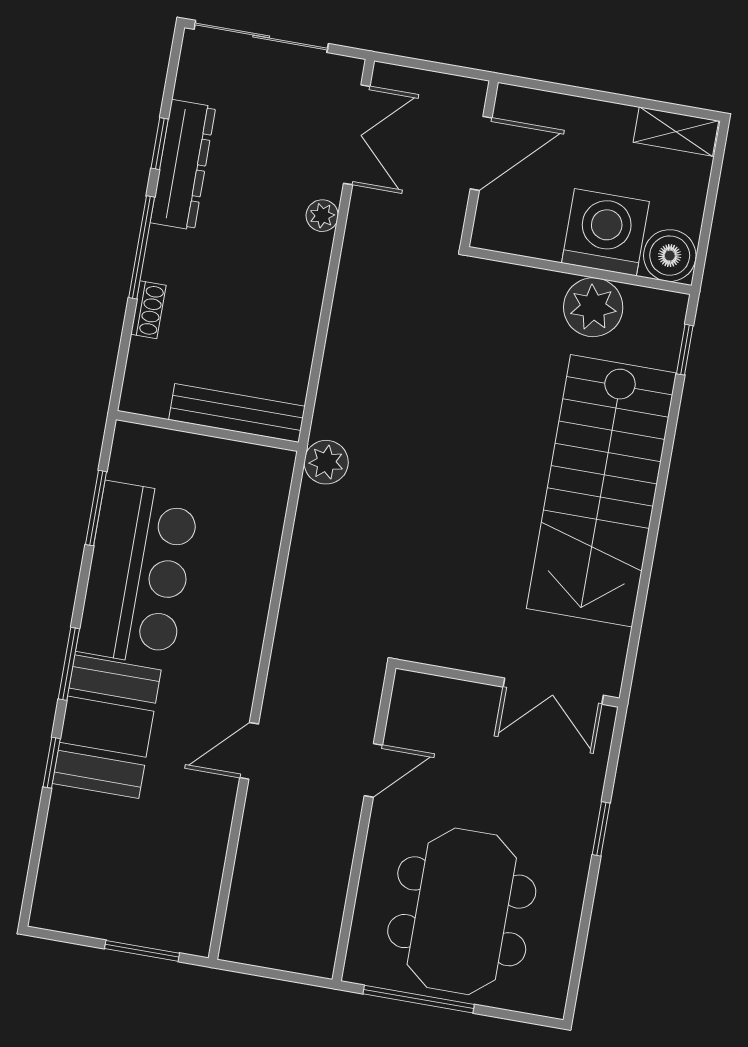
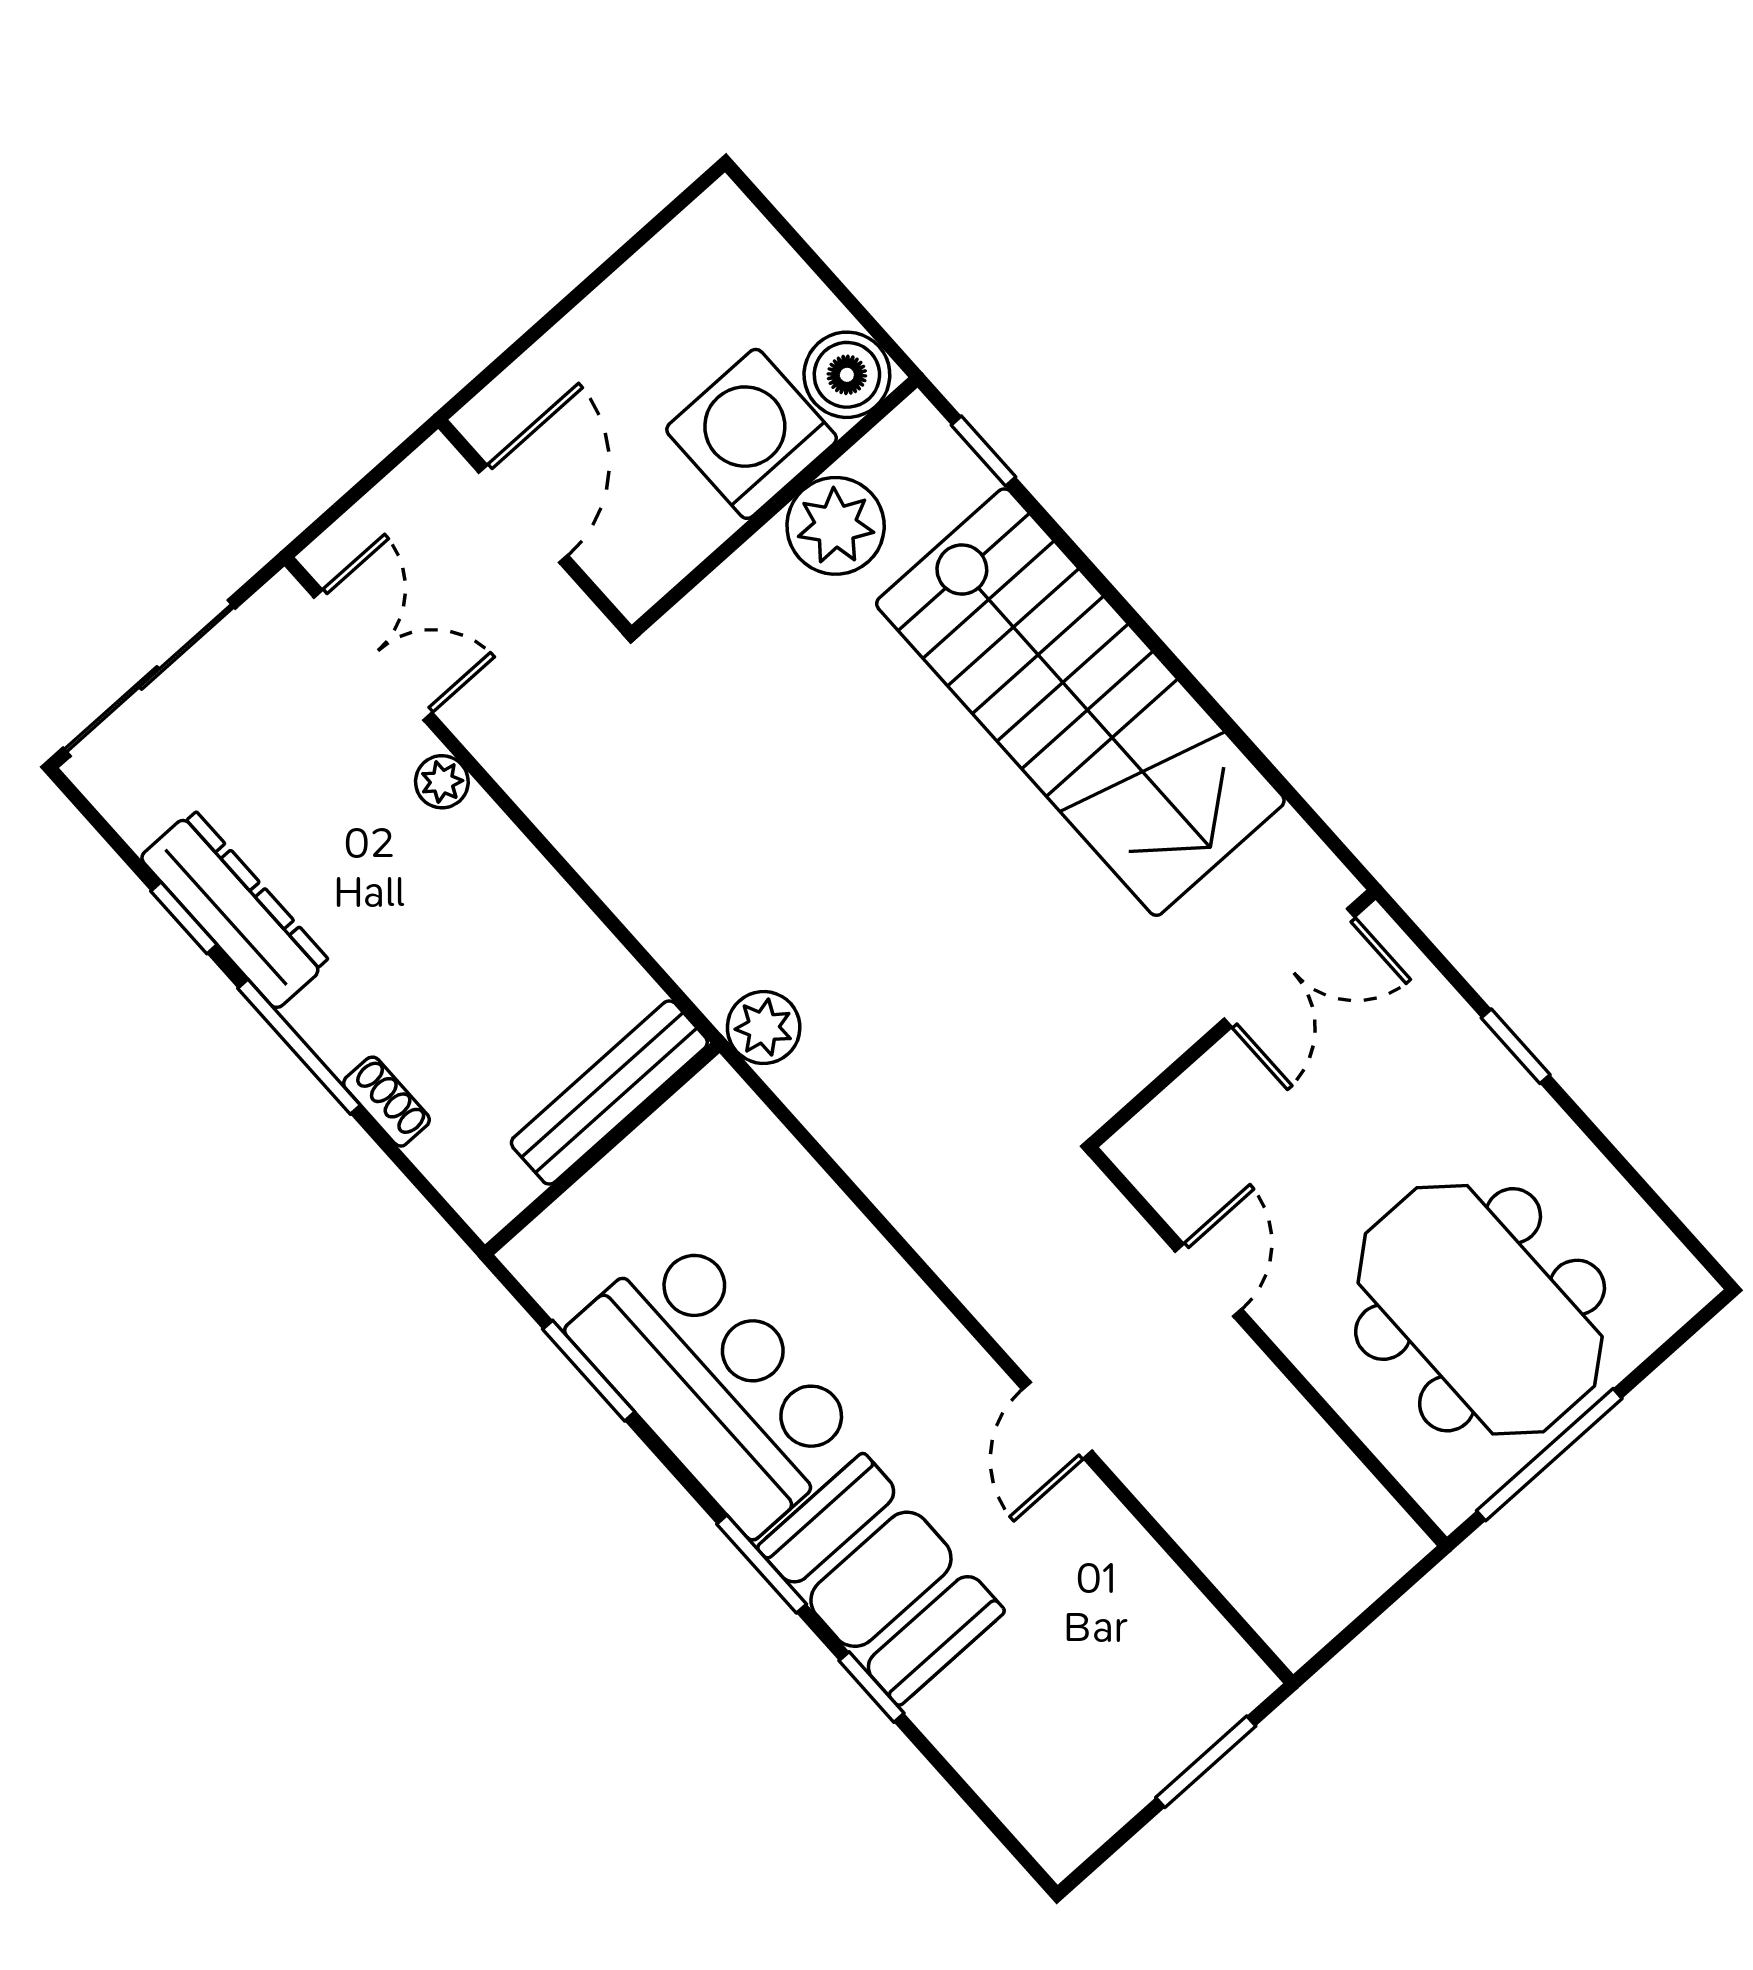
shelving: (676, 131) -> (693, 241), removed

